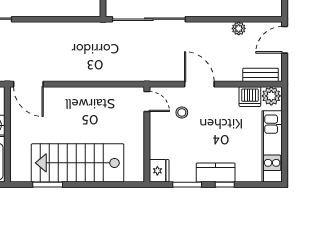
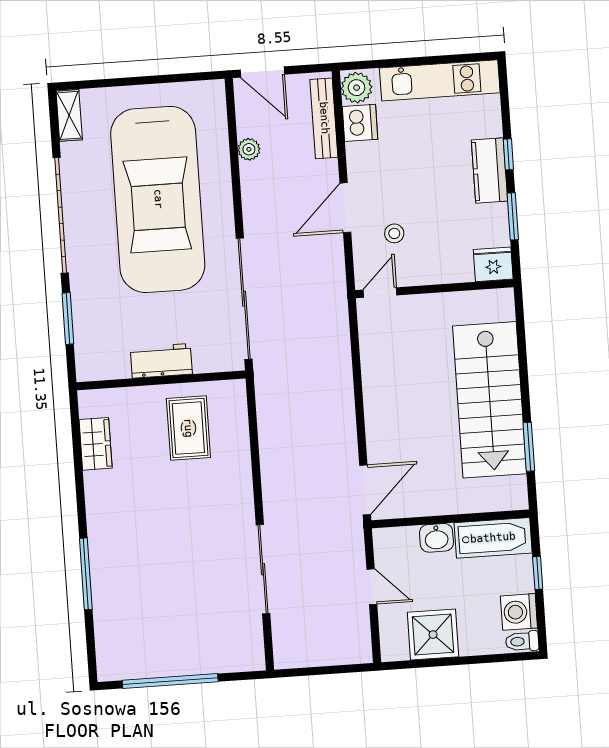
bench: (261, 75) -> (324, 118), width x1.36

